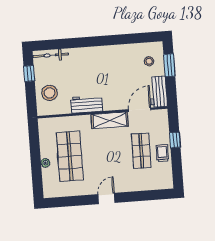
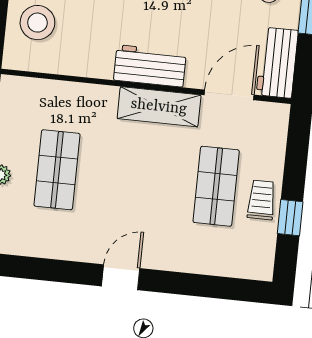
workbench: (87, 104) -> (150, 66), moved
window: (175, 140) -> (290, 218), moved
shop shelf: (70, 156) -> (57, 170), width x0.70, depth x0.74

